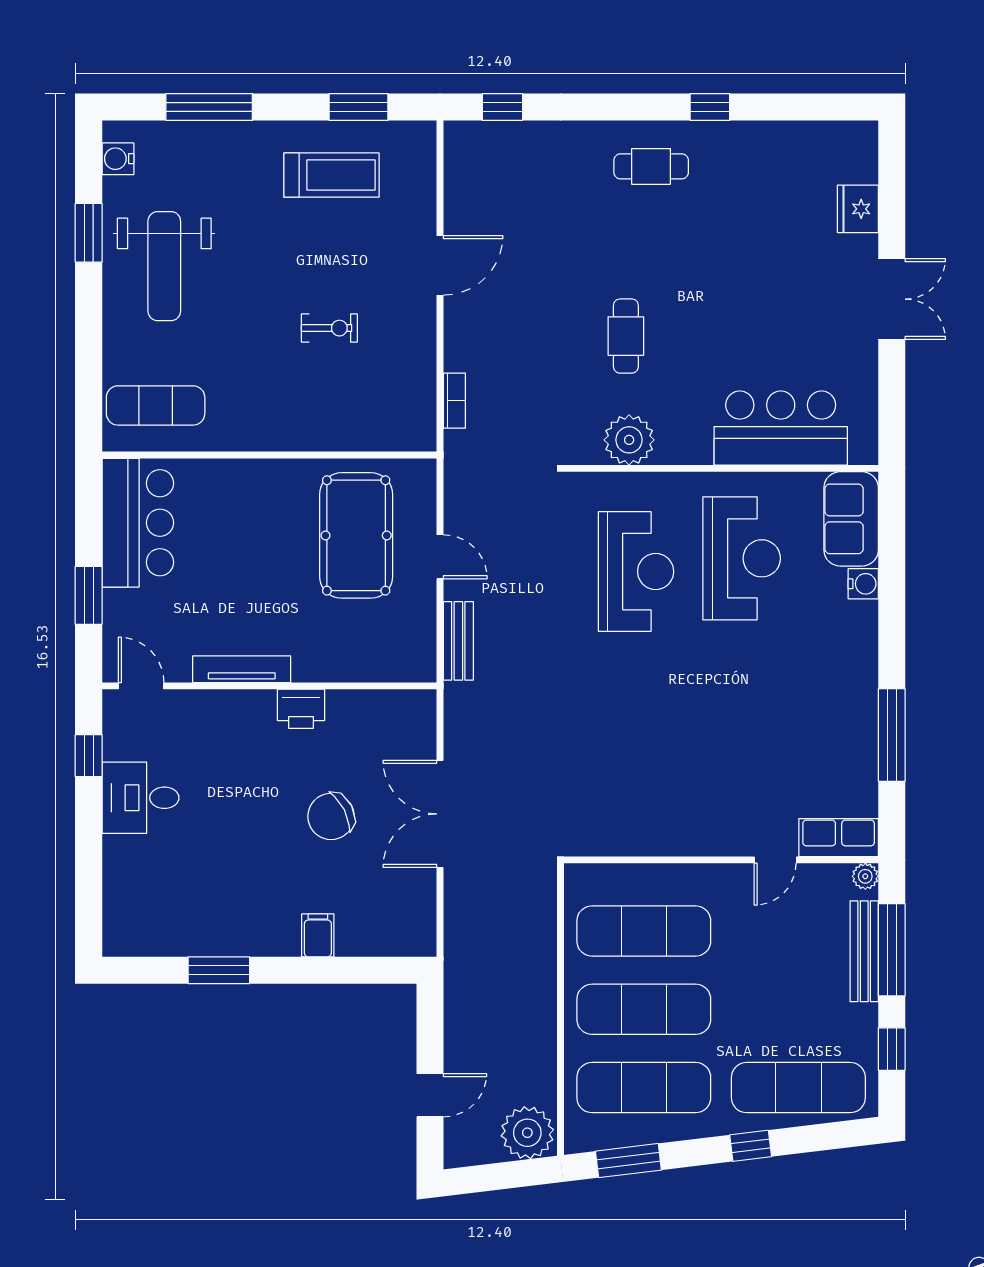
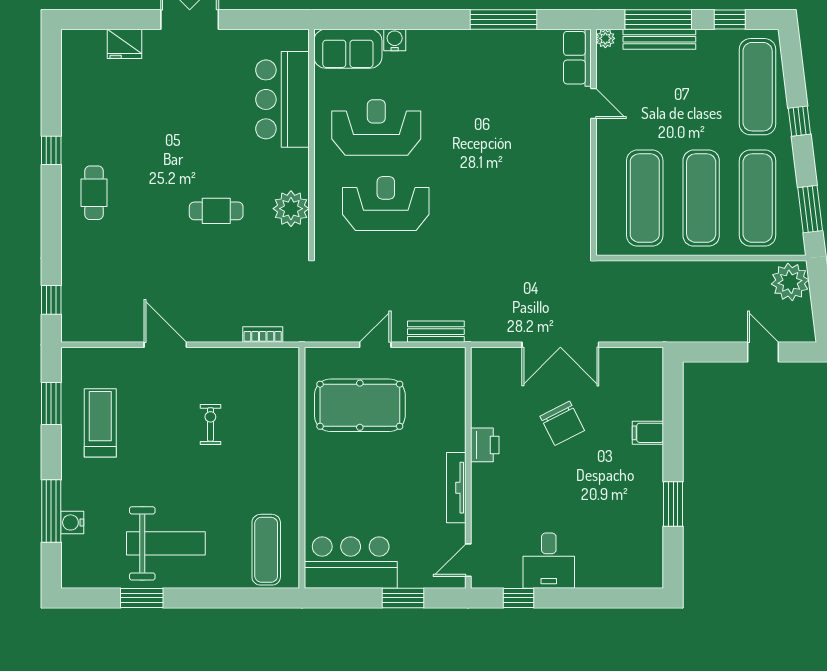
water cooler: (118, 159) -> (72, 522), moved, turned 90

